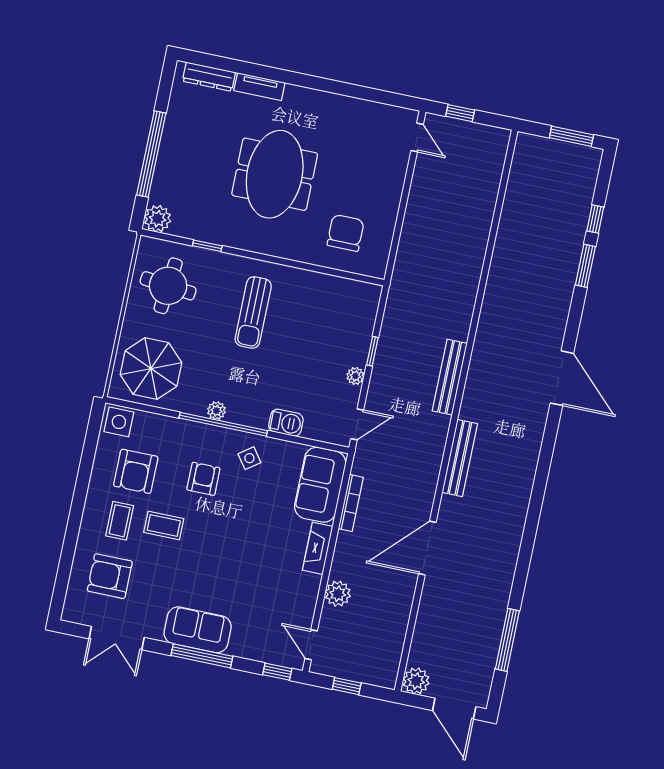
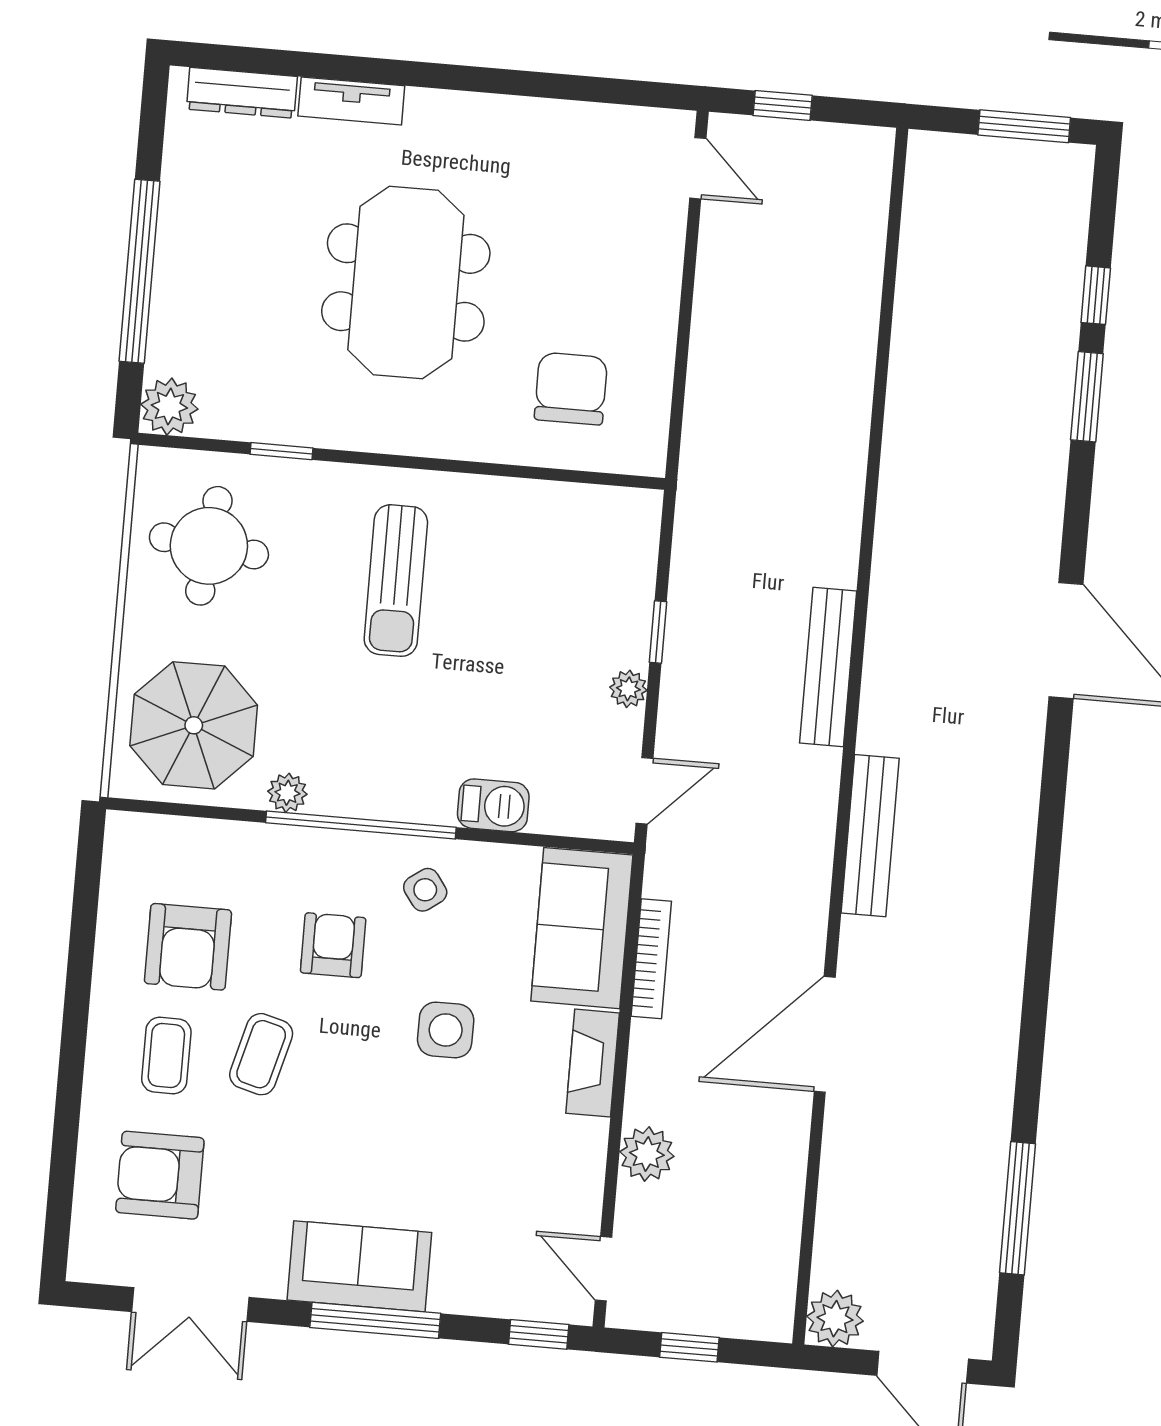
plant: (216, 411) -> (287, 793), moved
side table: (119, 422) -> (446, 1030), moved
coffee table: (164, 525) -> (261, 1054), turned -75

